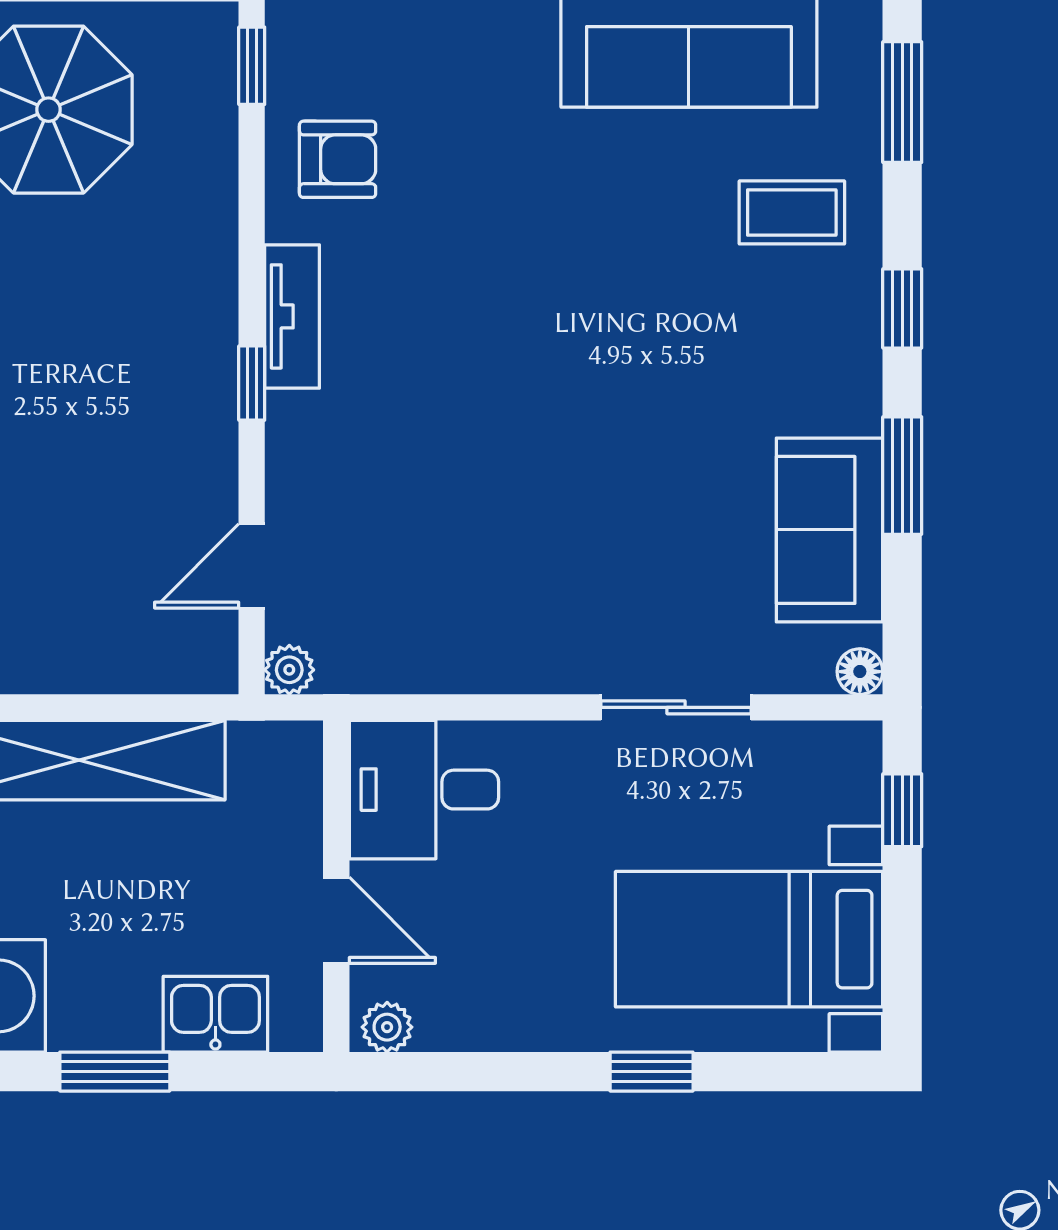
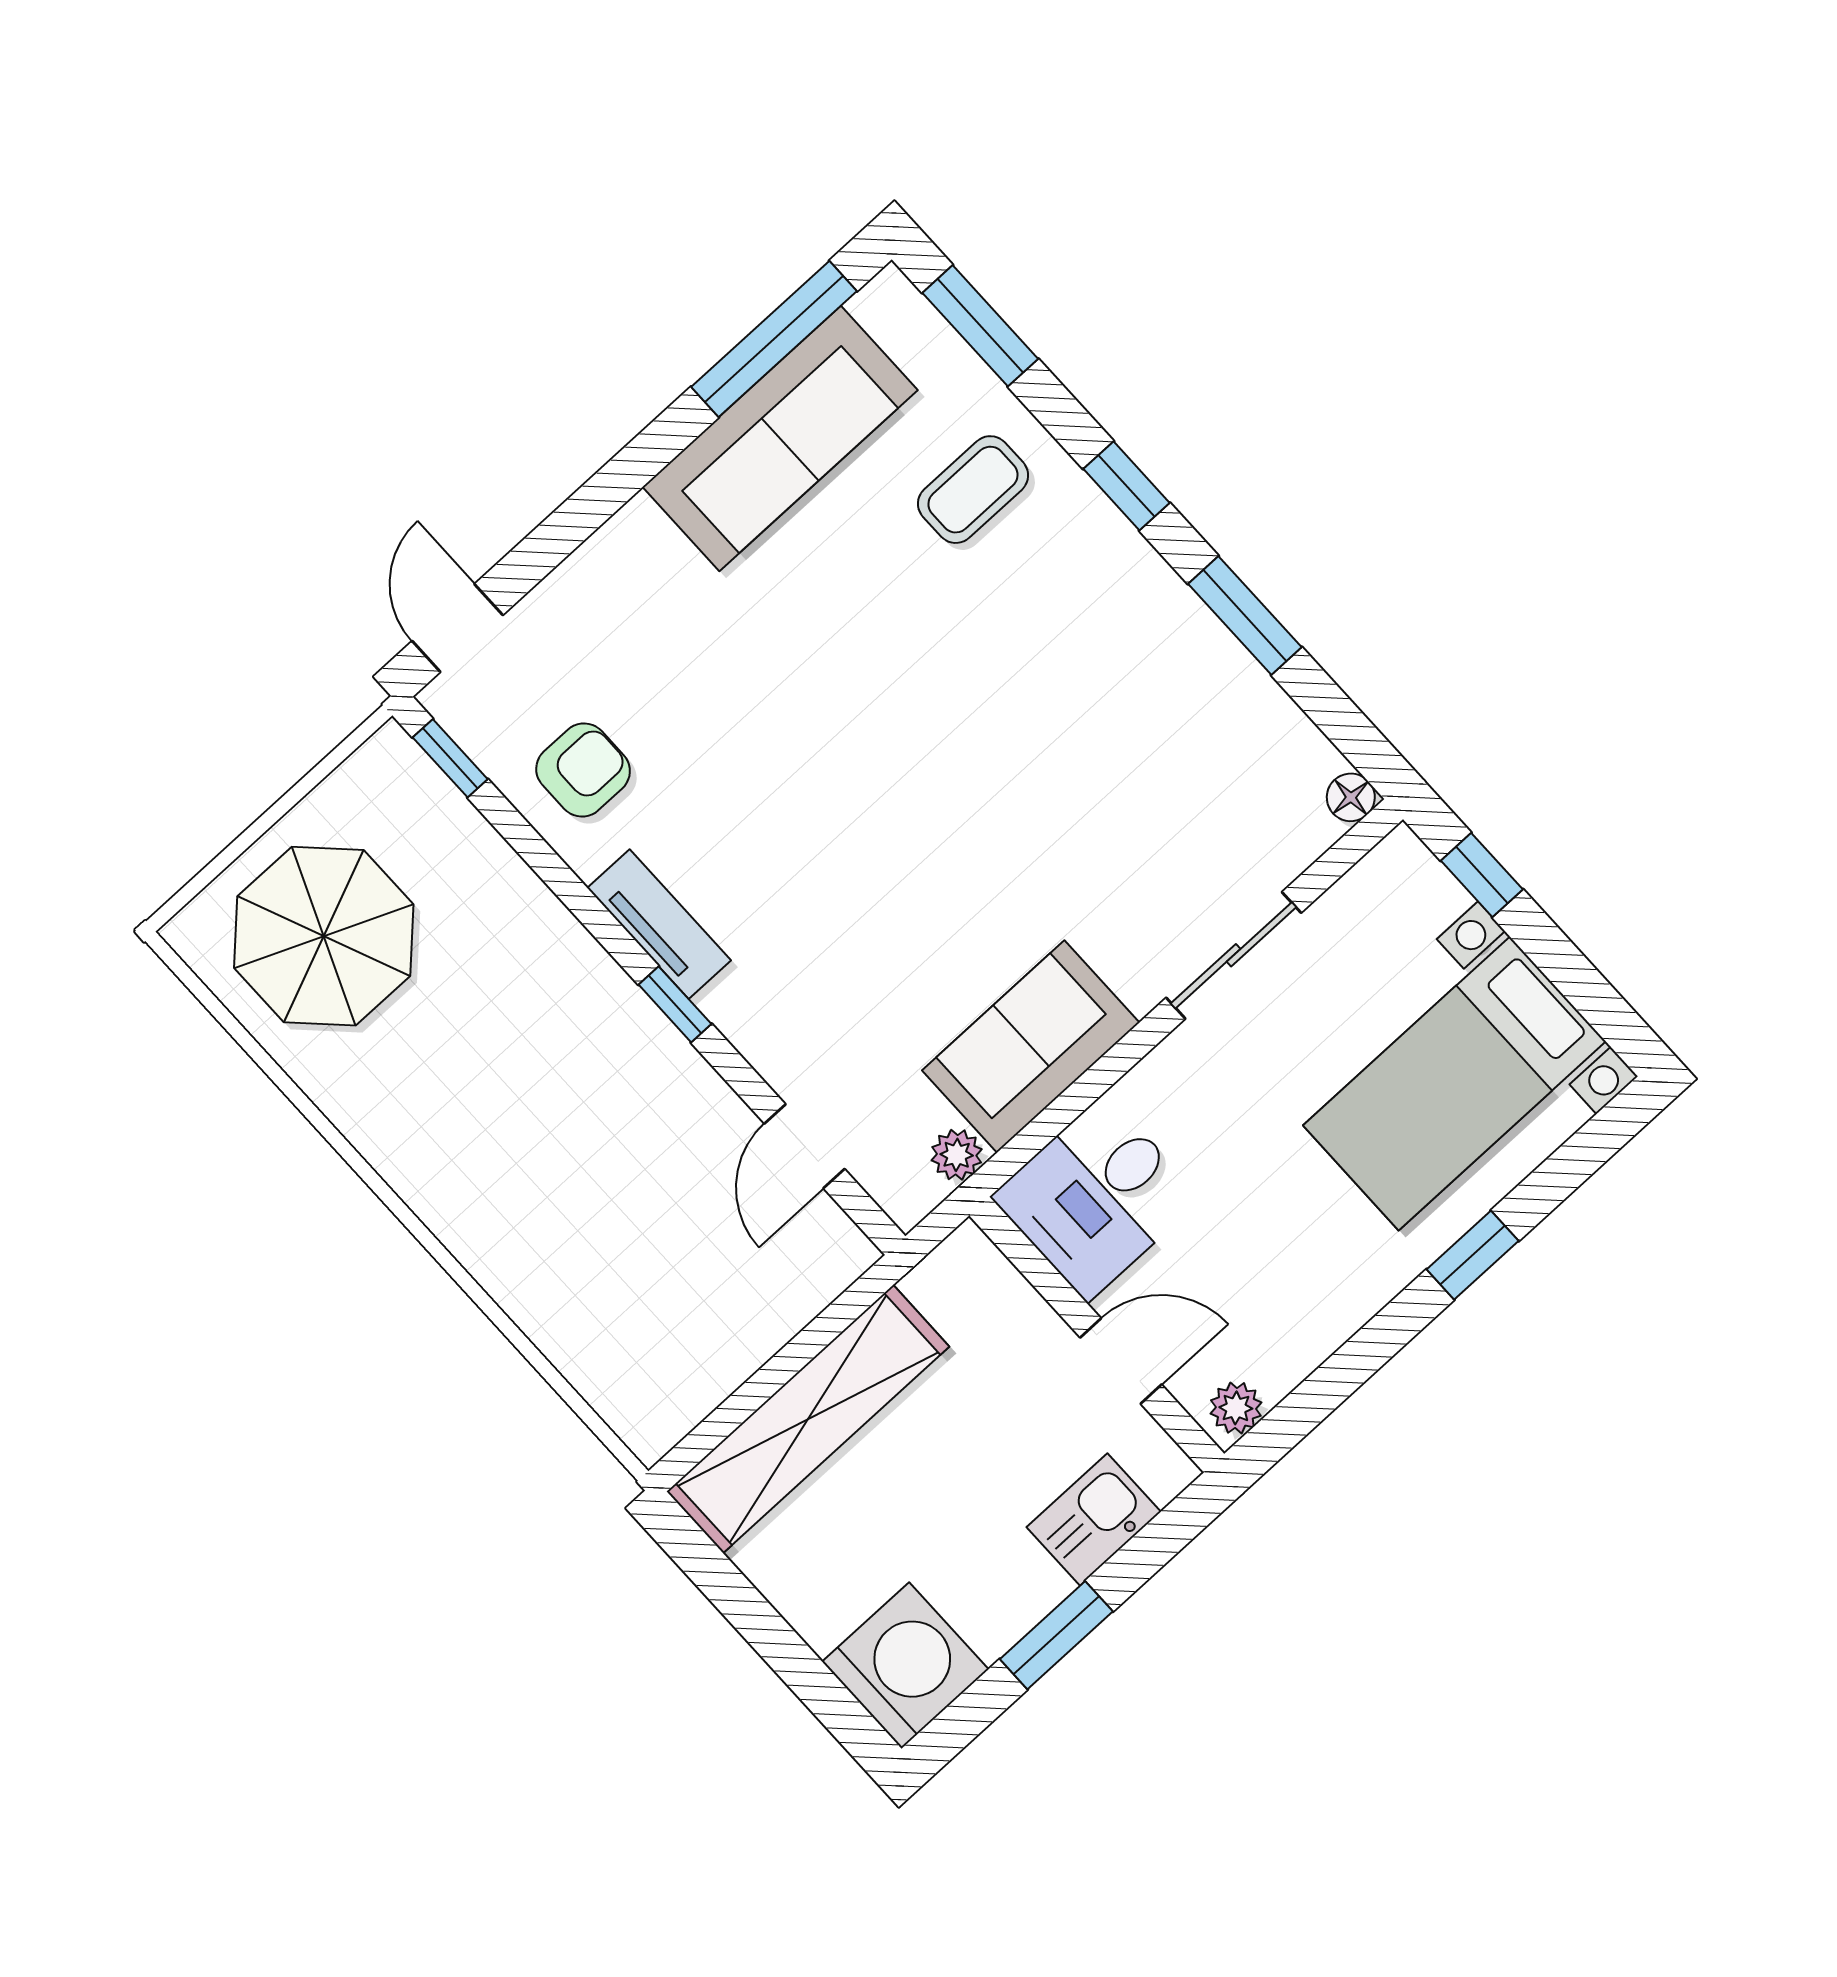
sofa: (829, 530) -> (1031, 1046), moved, turned 90
plant: (289, 670) -> (957, 1155), moved

